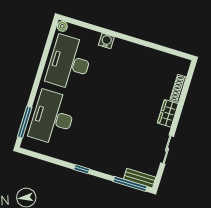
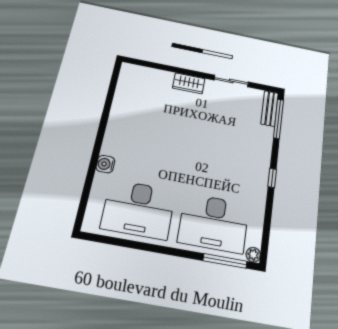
plant: (62, 26) -> (253, 255), moved
shoe rack: (178, 88) -> (157, 74), removed

